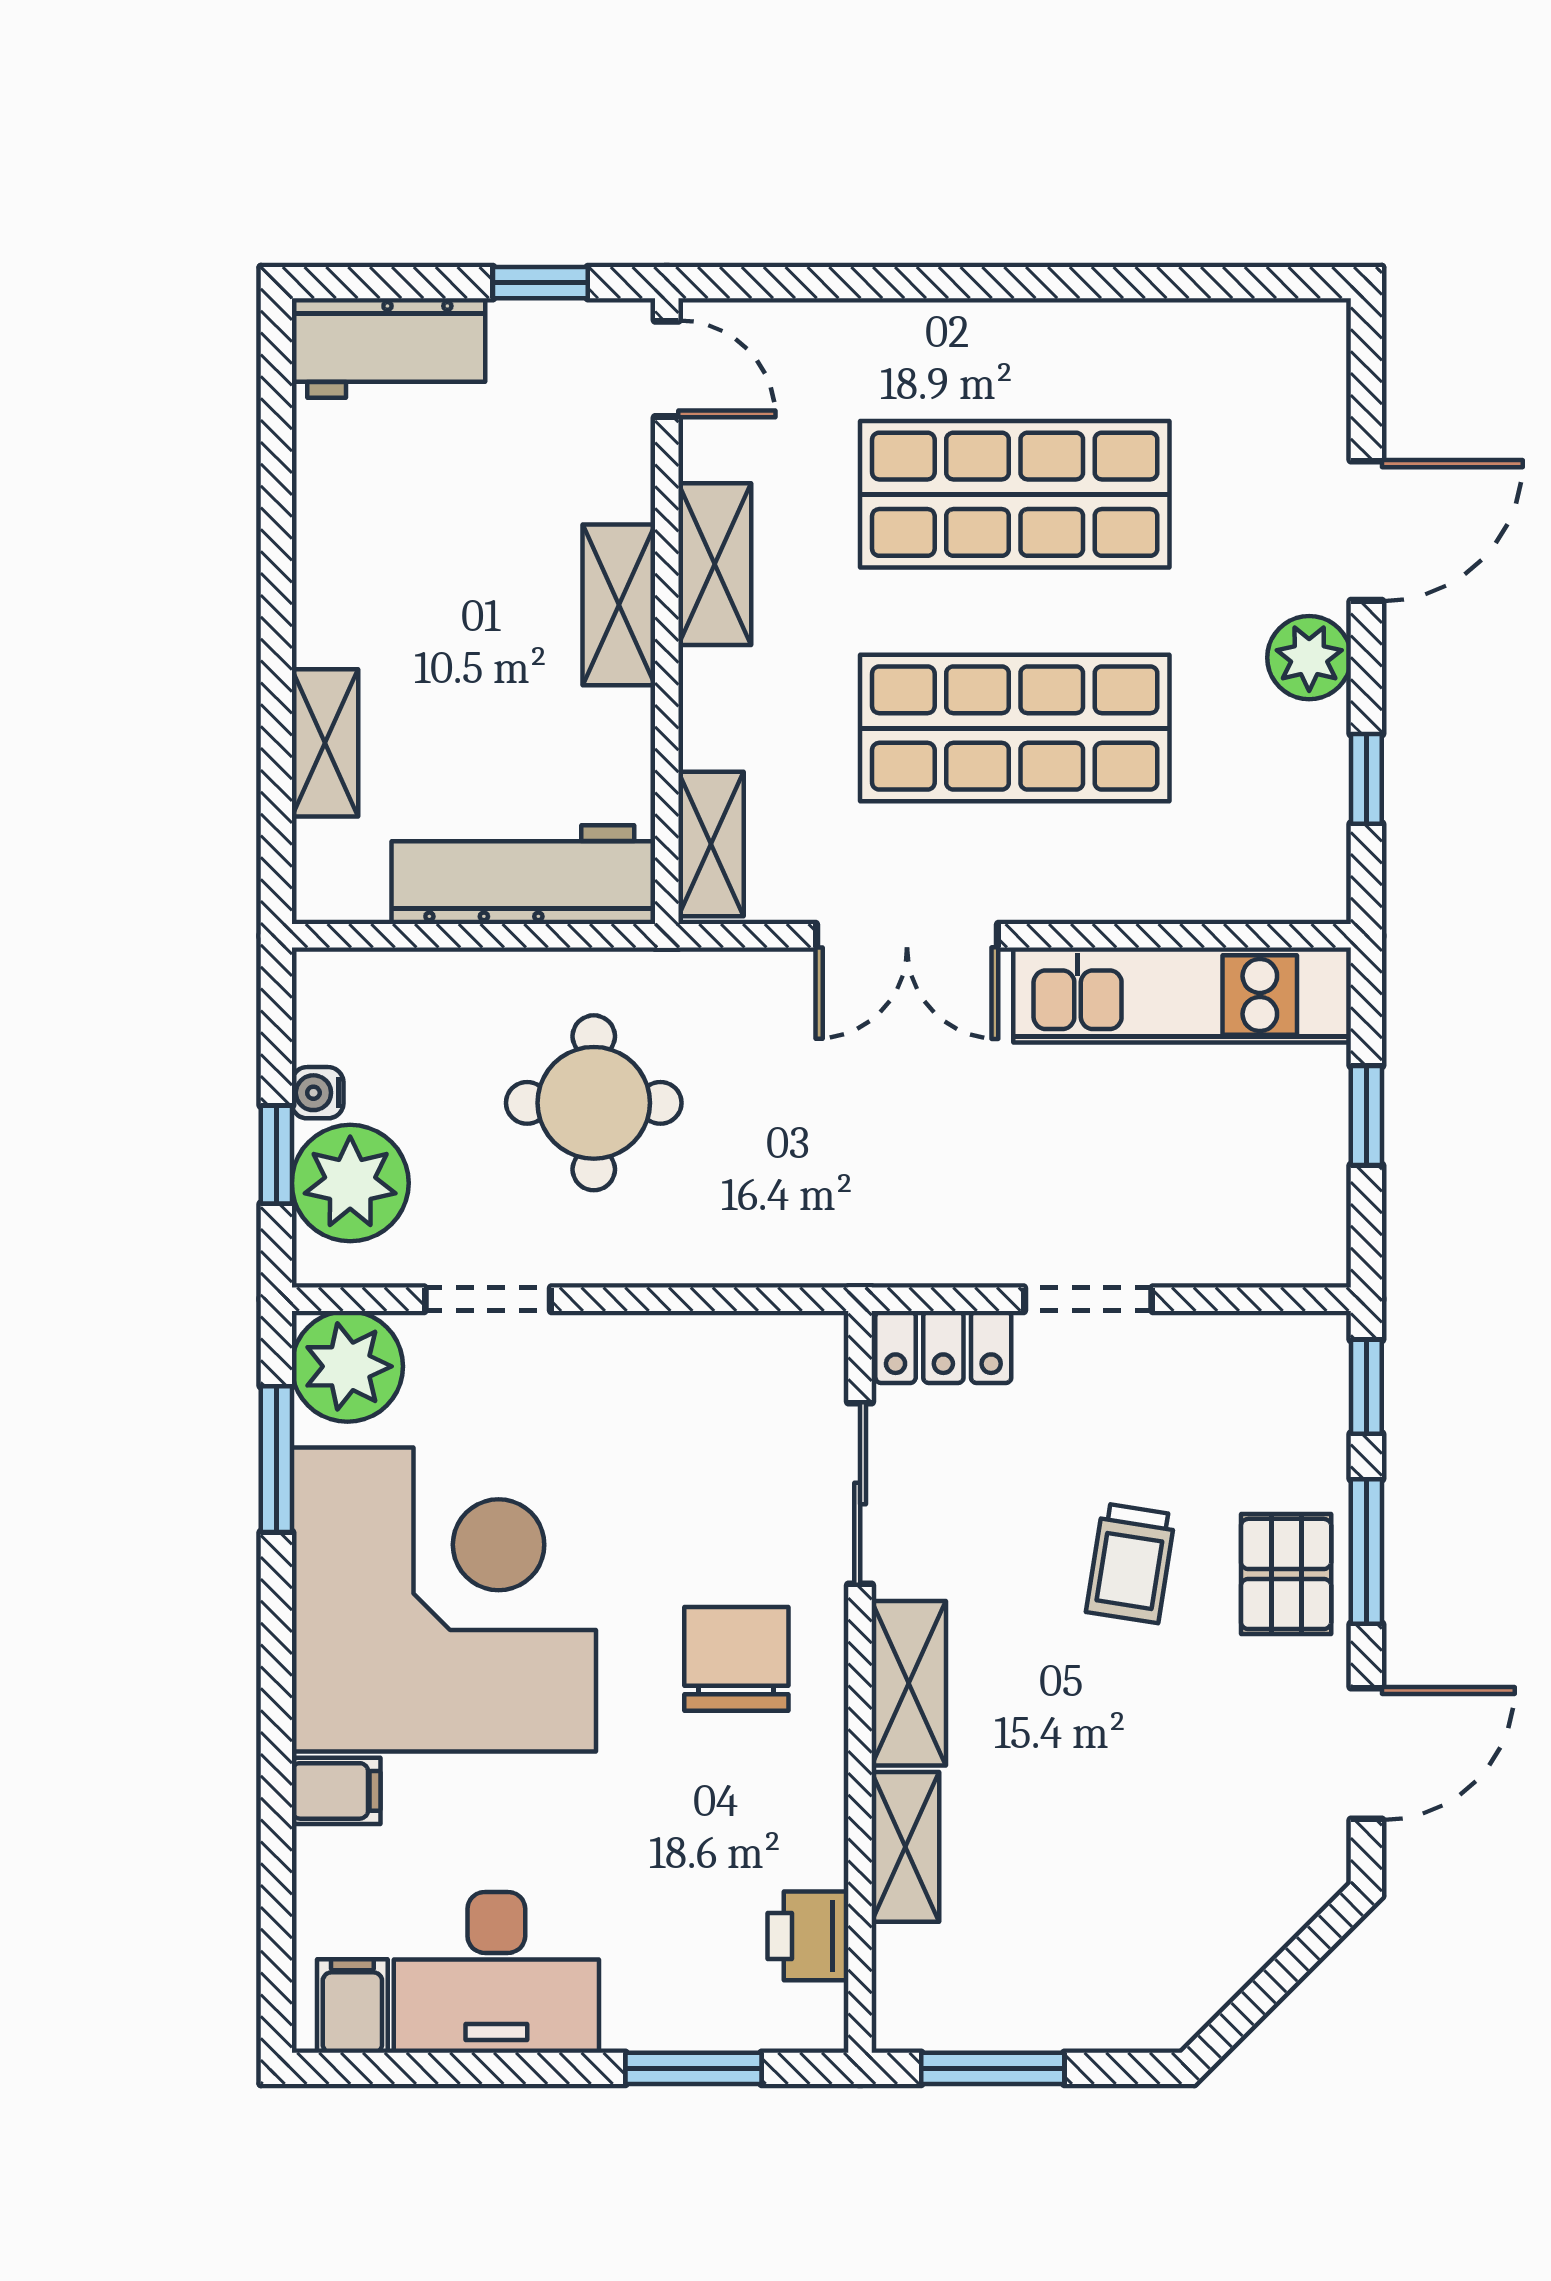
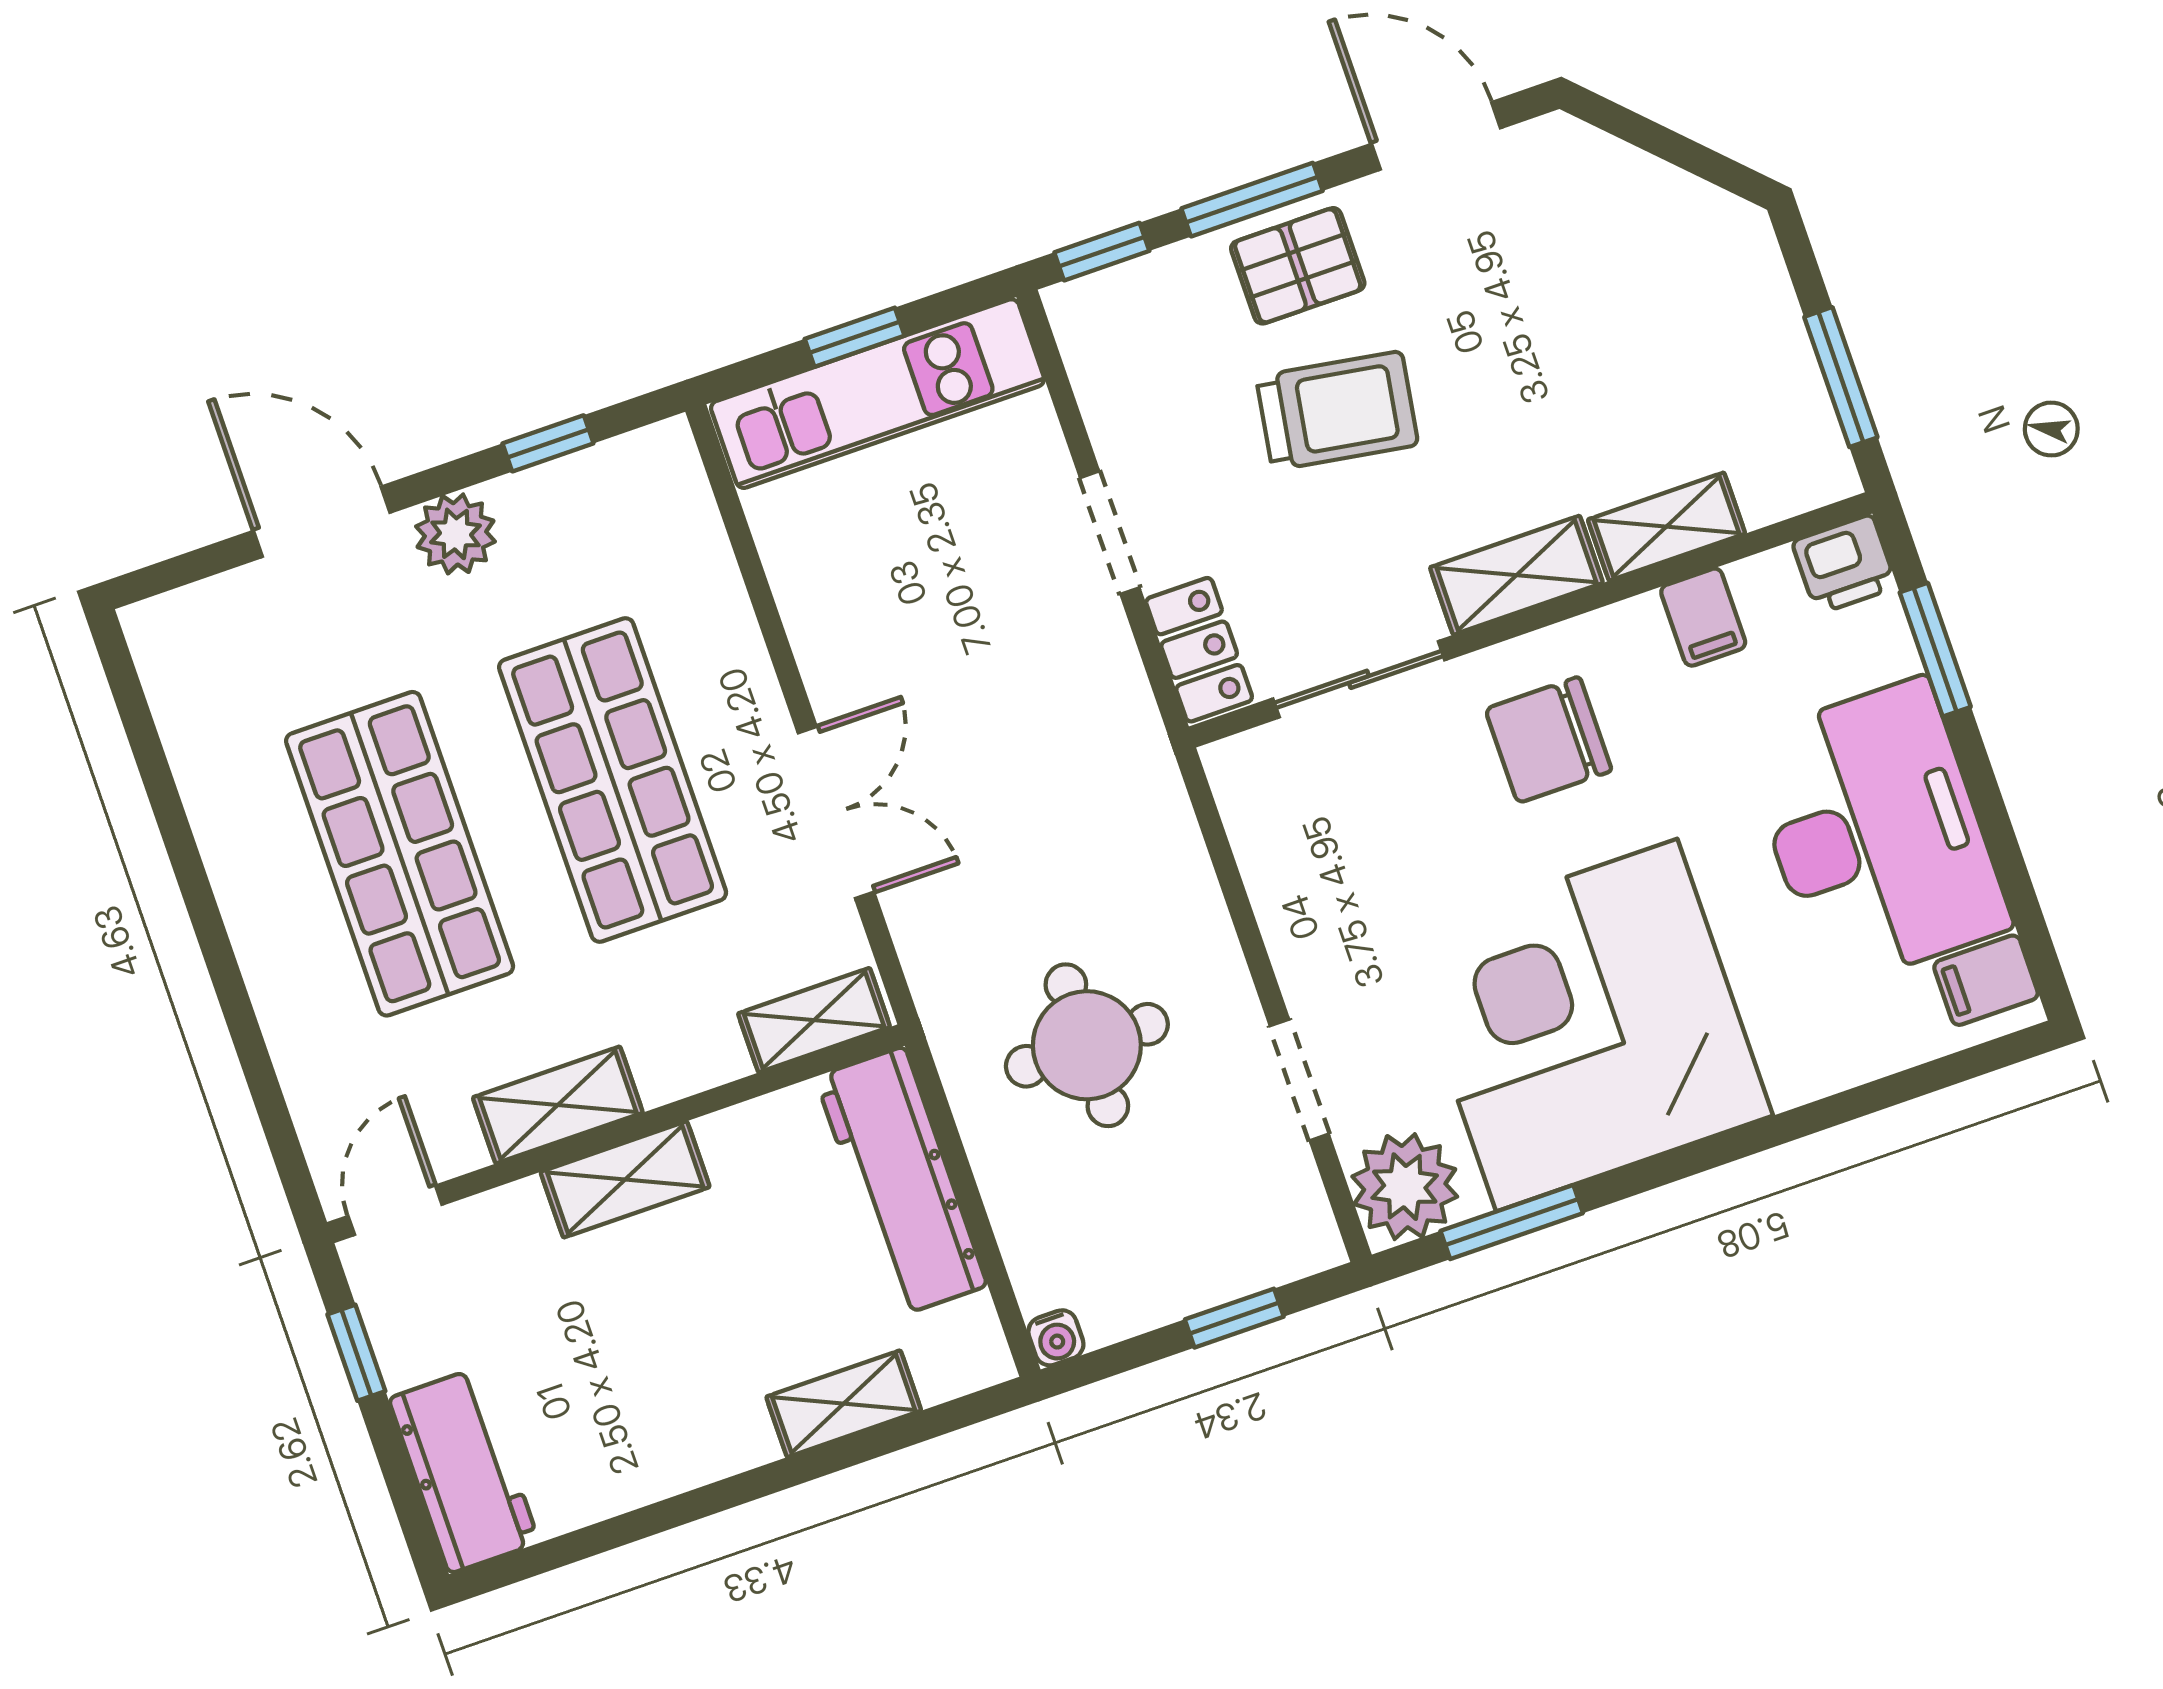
kitchen unit: (1182, 995) -> (878, 394), moved, turned 90
water cooler: (318, 1093) -> (1056, 1338), moved
plant: (350, 1183) -> (1237, 1242), removed
trolley: (1131, 1563) -> (1337, 411), width x1.36, depth x1.39
filing cabinet: (336, 1791) -> (1703, 617), moved, turned 180
printer: (808, 1936) -> (1844, 564), moved
desk: (496, 1972) -> (1876, 833), width x1.36, depth x1.30

